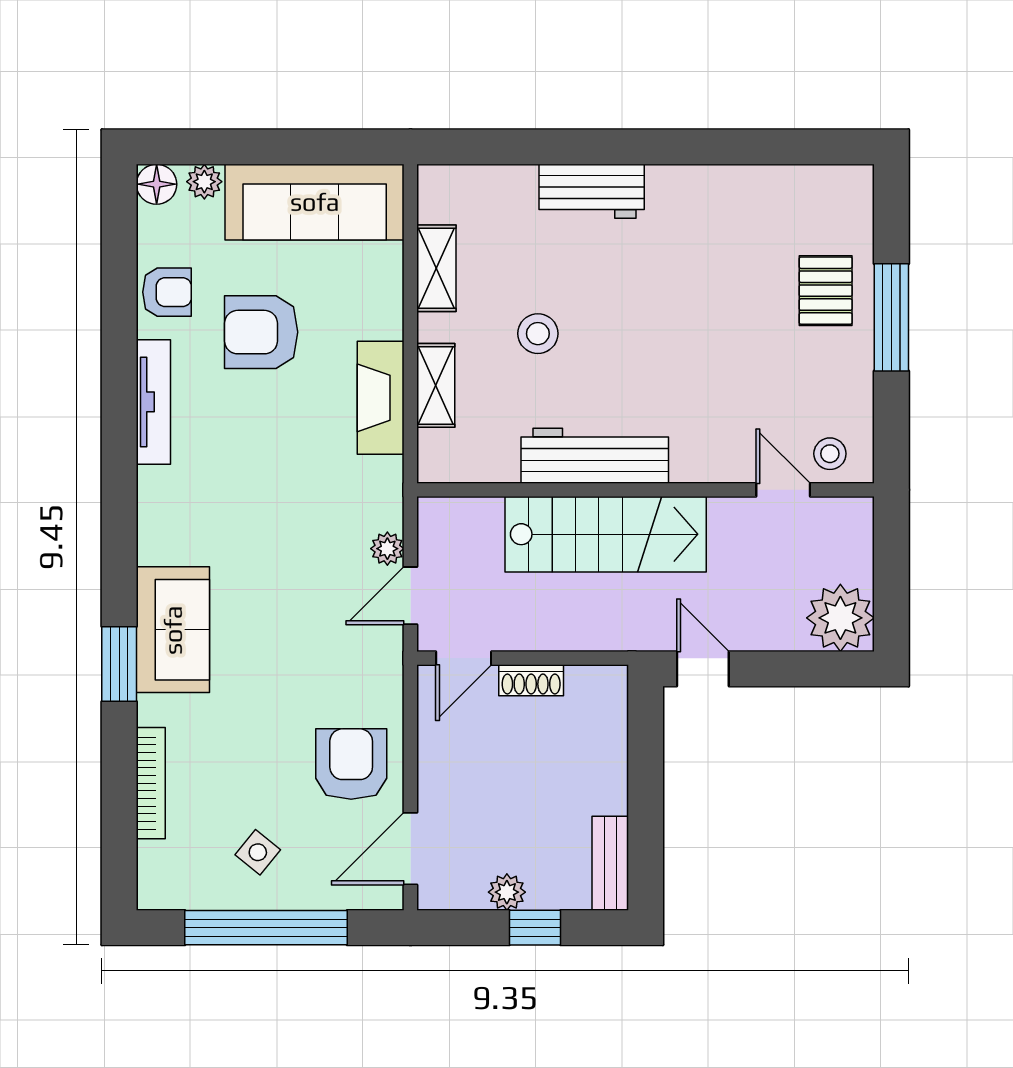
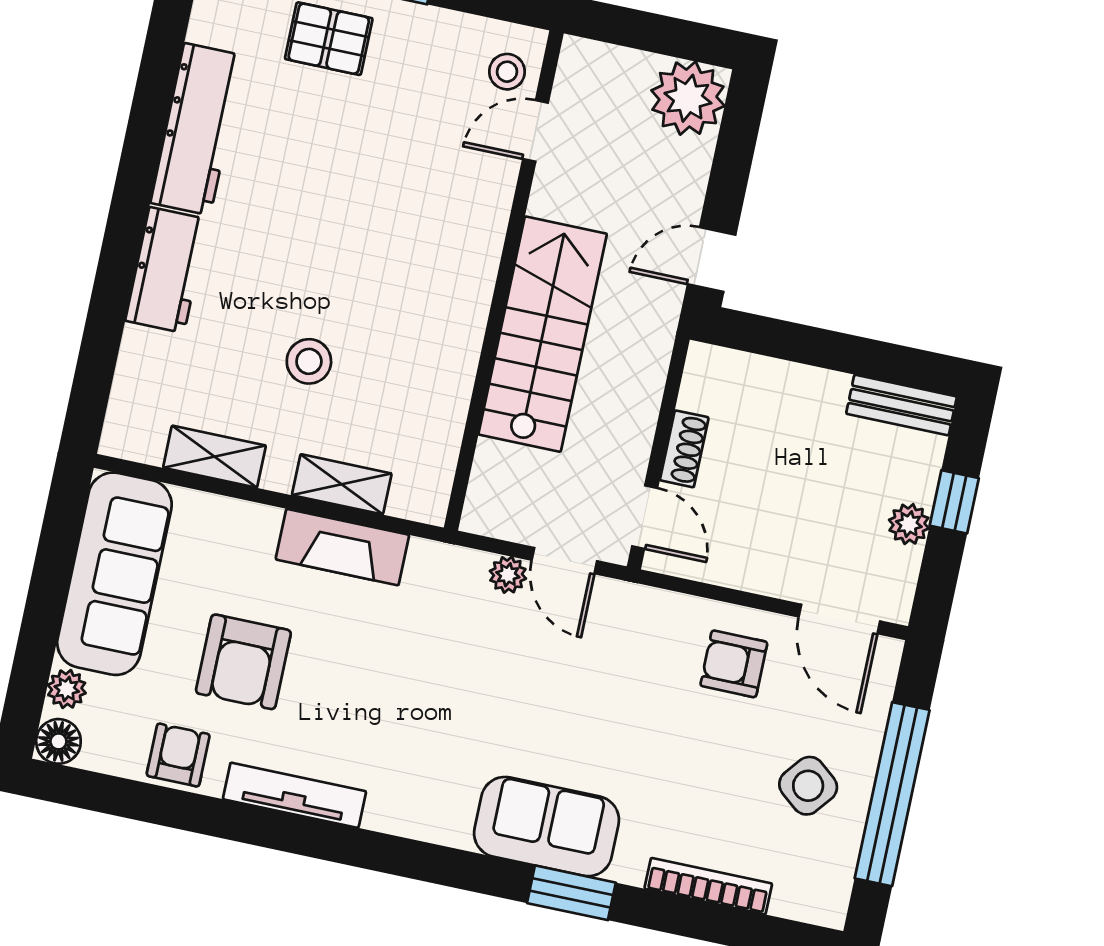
workbench: (595, 456) -> (197, 129), moved, turned 180
armchair: (351, 764) -> (734, 664), width x0.72, depth x0.72
side table: (258, 852) -> (808, 786), width x1.37, depth x1.37

